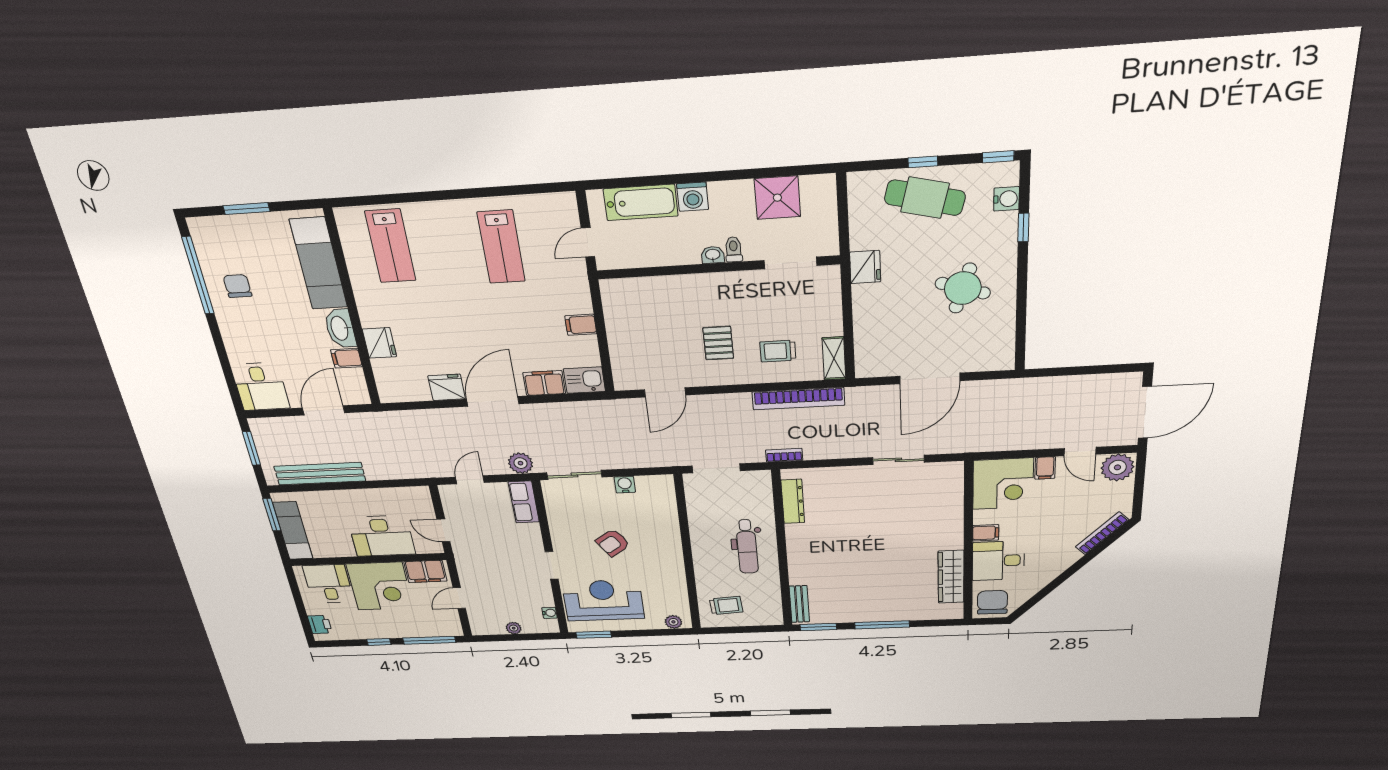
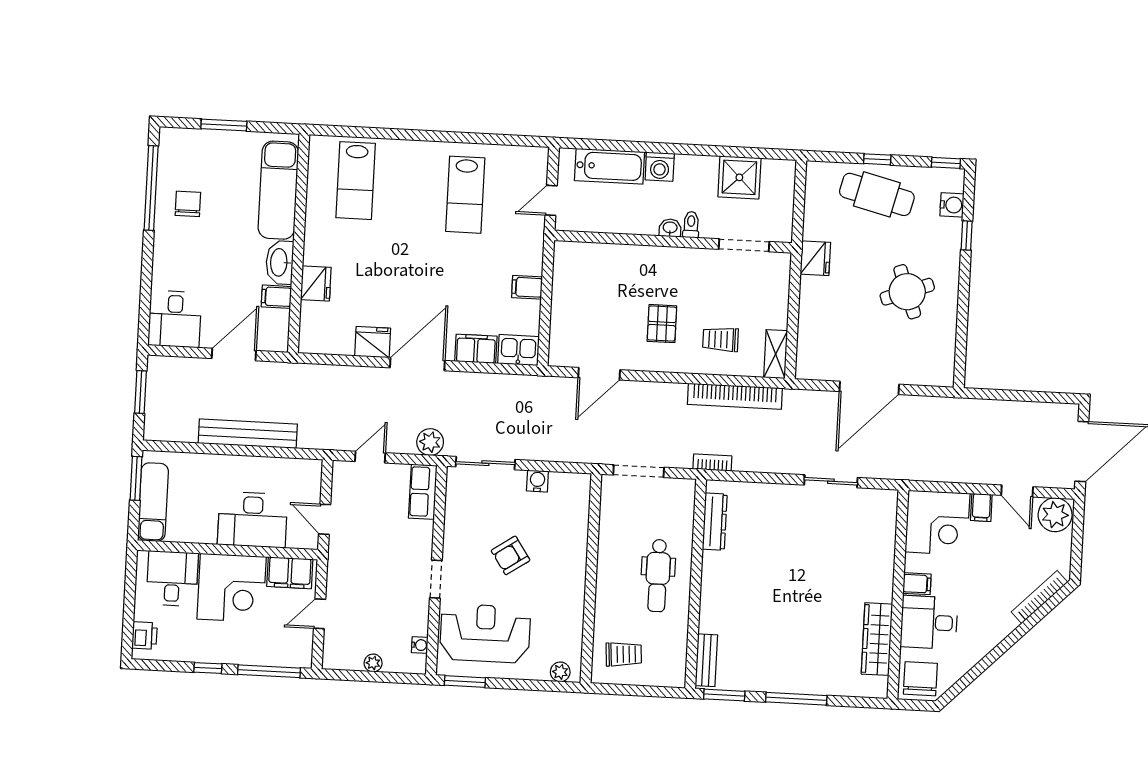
round table: (963, 288) -> (907, 292), turned -38
bench: (320, 474) -> (248, 434), moved

